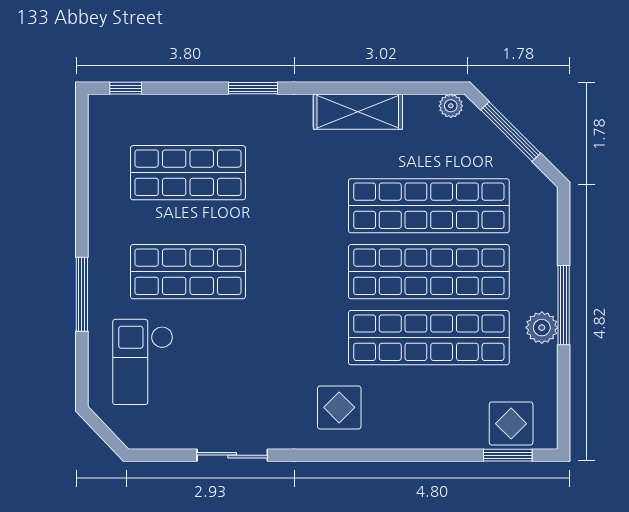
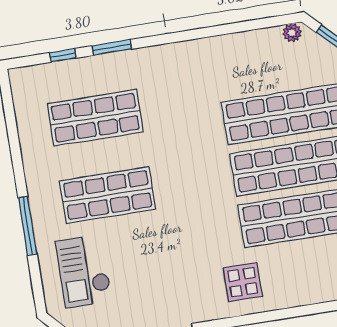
window: (126, 88) -> (63, 55), moved
window: (253, 88) -> (112, 47), moved
shelving: (358, 112) -> (220, 49), removed

